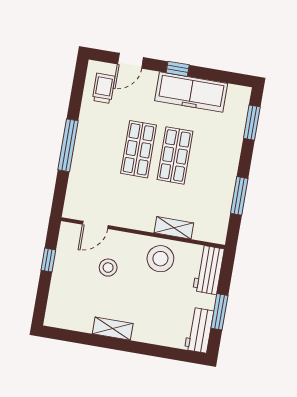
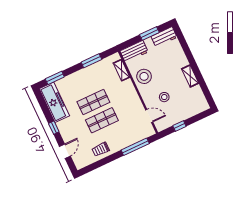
door: (130, 61) -> (65, 151), hinge flipped
trolley: (104, 88) -> (101, 149), moved
freezer: (191, 92) -> (54, 102), moved
window: (68, 145) -> (135, 147), moved
shelving: (174, 228) -> (121, 70), moved

